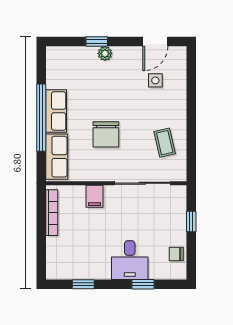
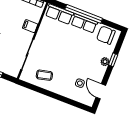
chair: (106, 134) -> (106, 35), moved

